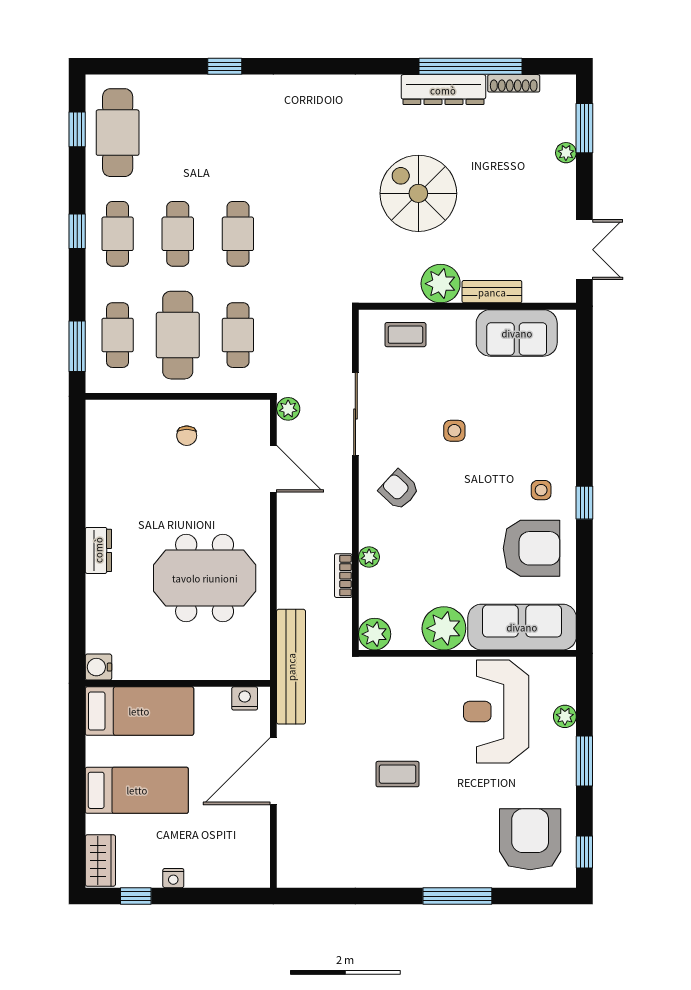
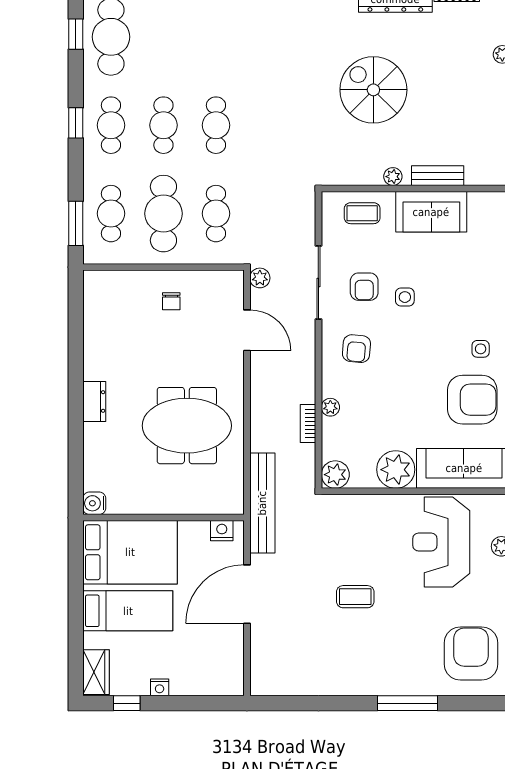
plant: (441, 284) -> (393, 177), width x0.53, depth x0.53
sofa: (517, 333) -> (431, 212), moved
armchair: (408, 419) -> (364, 287), added
armchair: (399, 490) -> (356, 349), turned -128
bed: (139, 711) -> (130, 552), width x1.50

